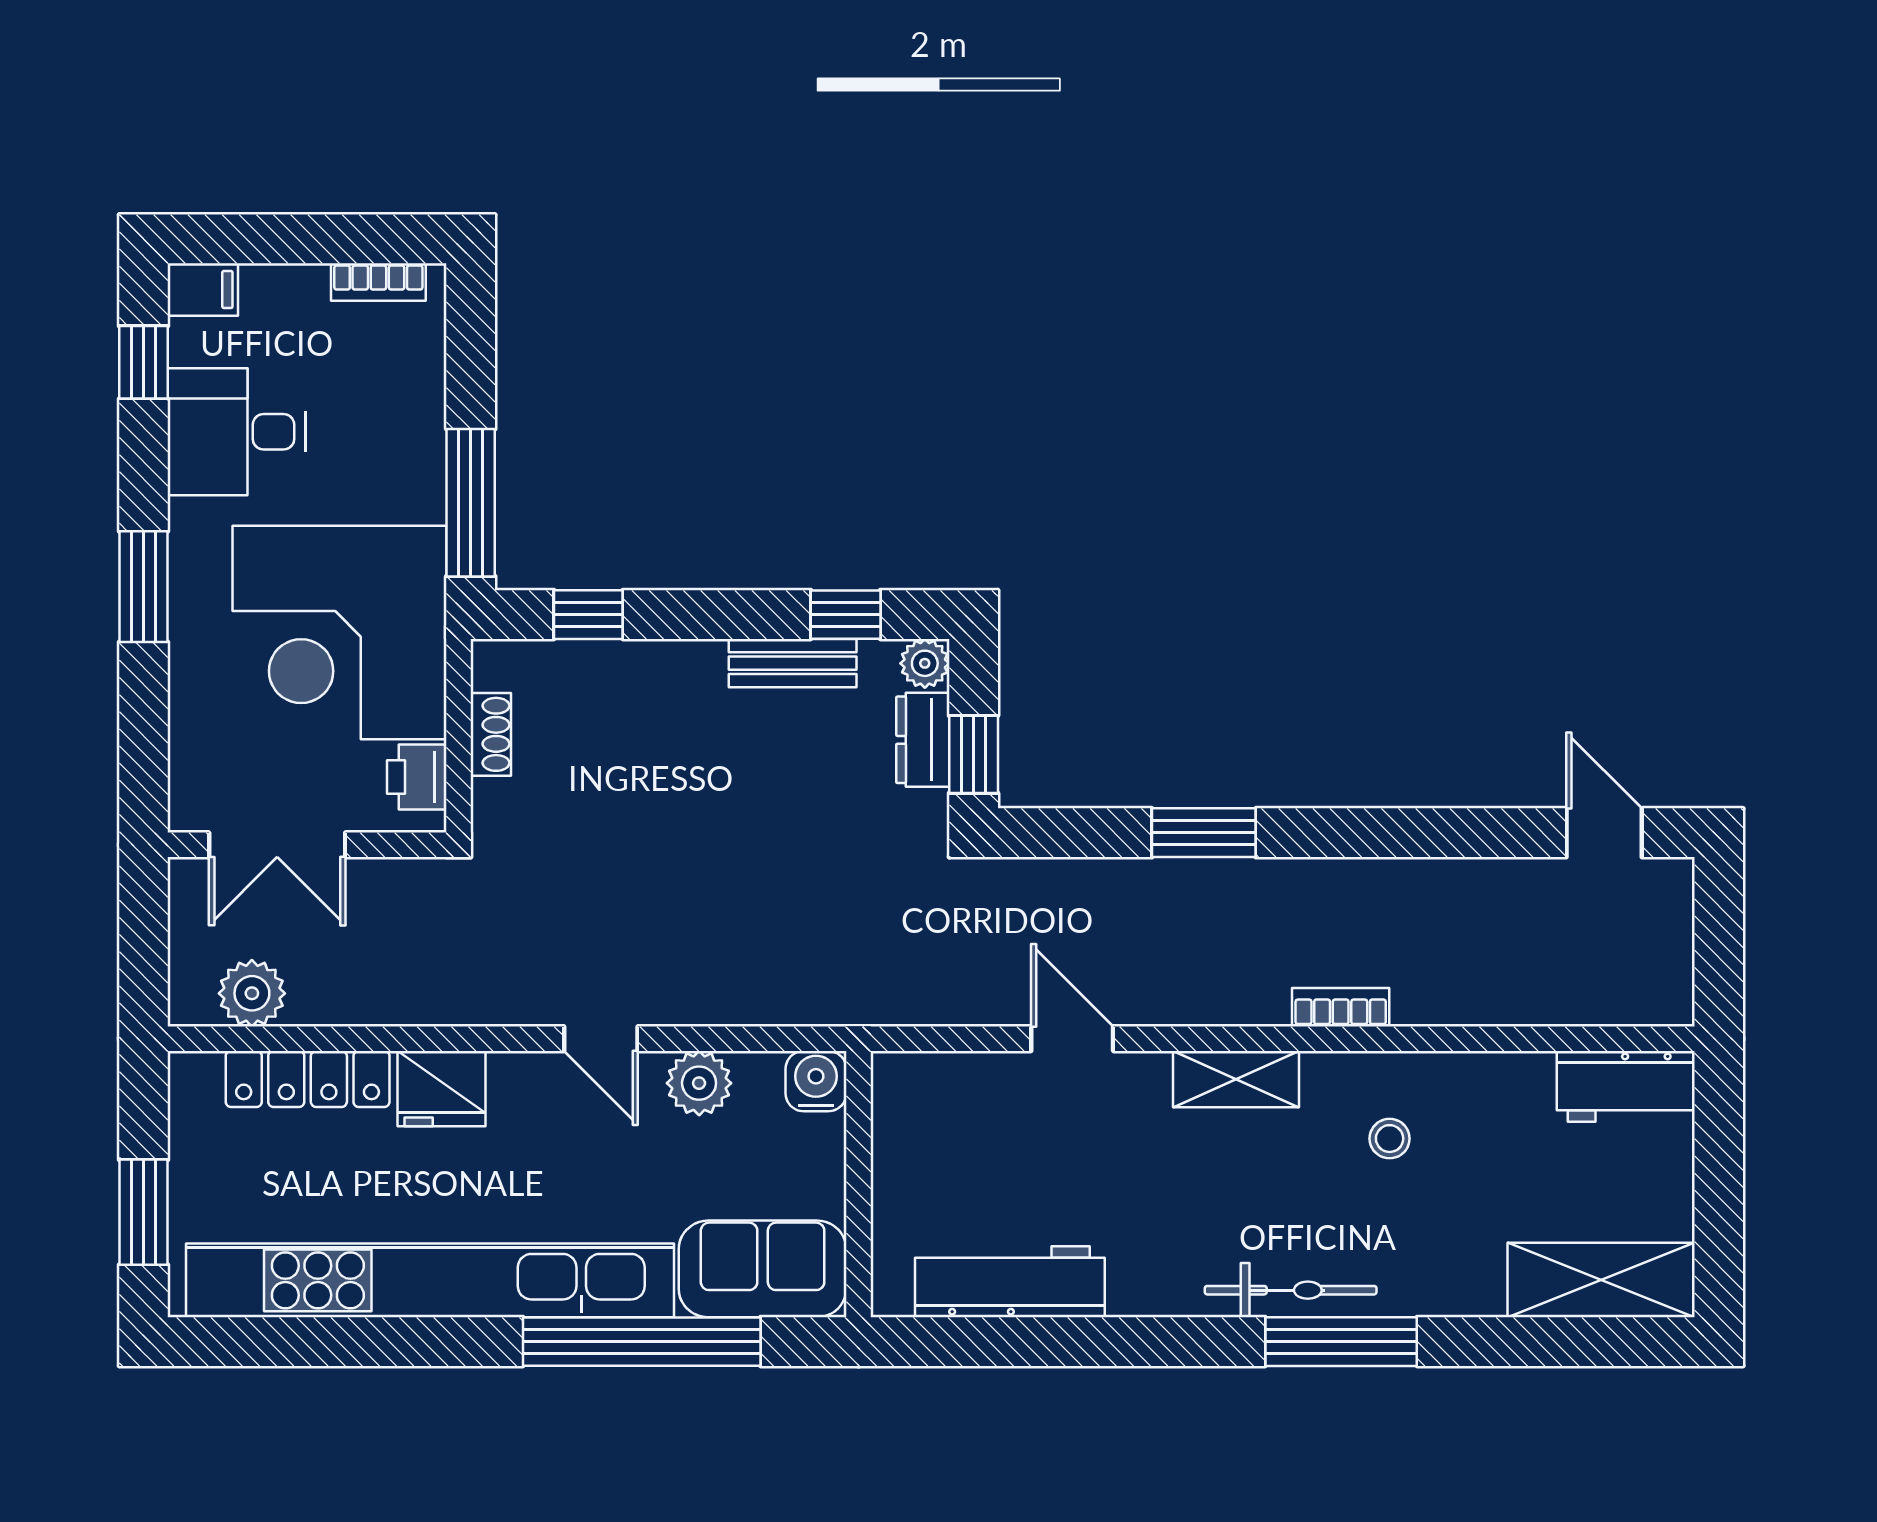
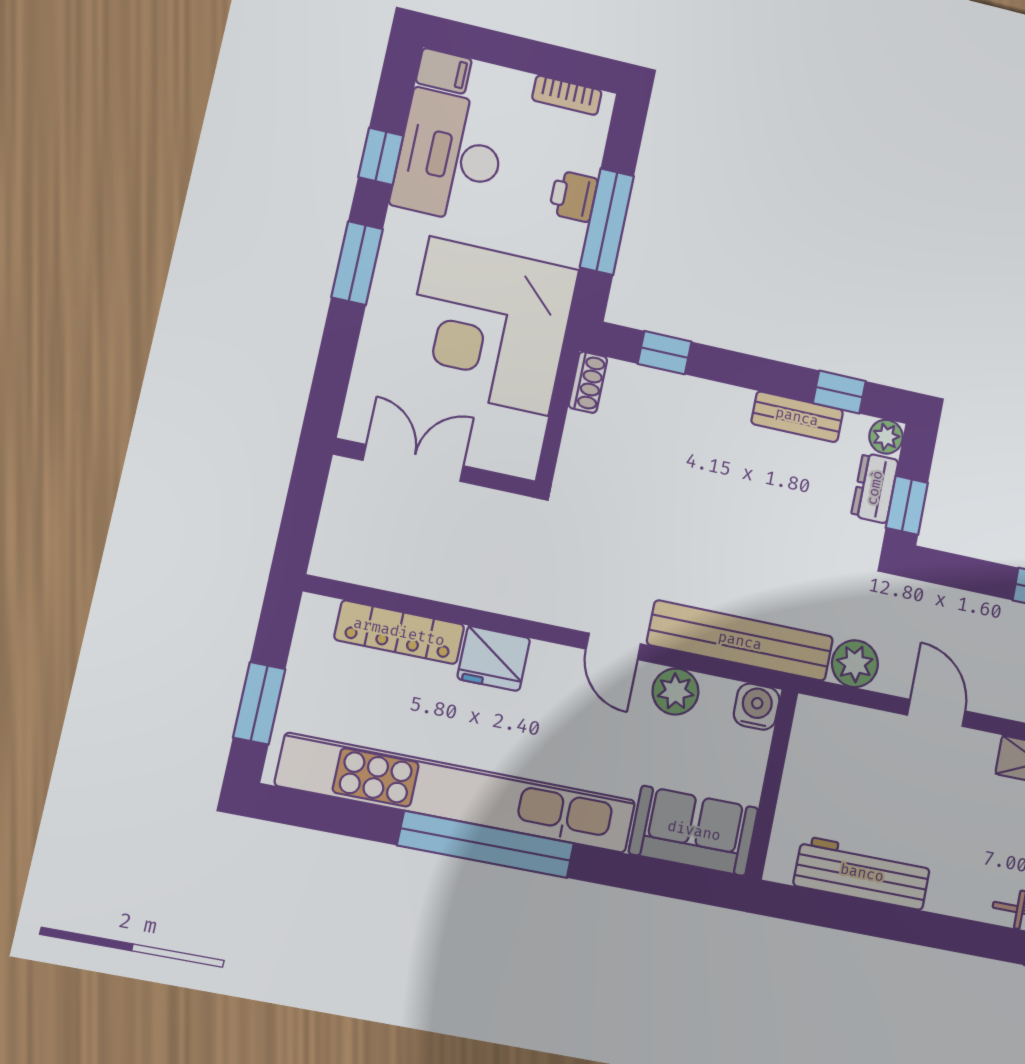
window: (143, 362) -> (381, 156), moved
desk: (236, 432) -> (450, 156), width x1.37
window: (471, 503) -> (607, 222), moved
shoe rack: (491, 734) -> (588, 382), moved
printer: (417, 777) -> (573, 196), moved
double door: (277, 845) -> (413, 463), swing flipped
plant: (252, 993) -> (855, 664), moved
bench: (775, 994) -> (740, 641), added
window: (642, 1342) -> (486, 844), moved

